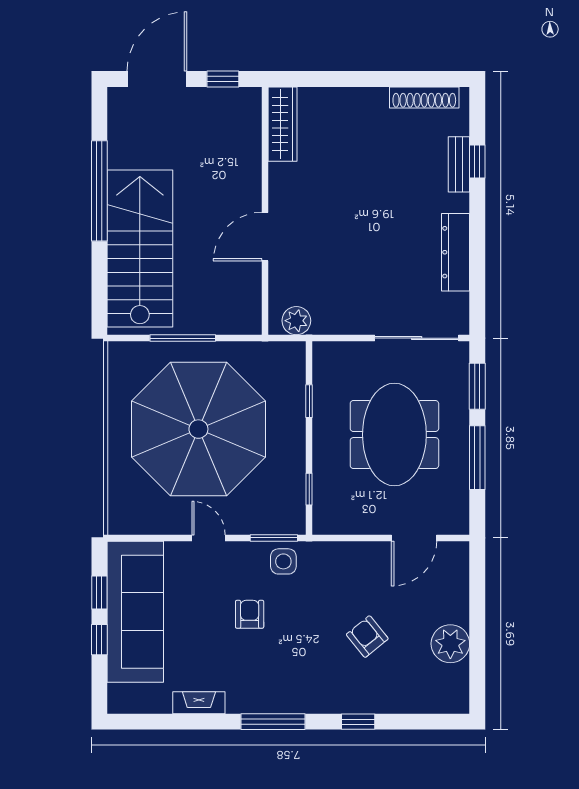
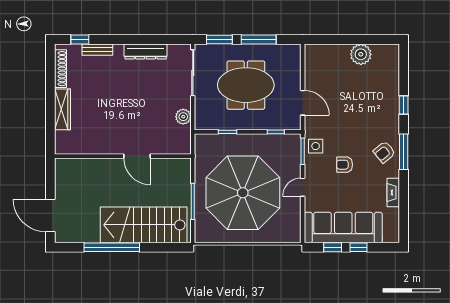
window: (223, 79) -> (50, 179), removed
wardrobe: (282, 124) -> (63, 109), moved, turned 90
window: (477, 162) -> (80, 39), moved
plant: (296, 321) -> (183, 117), moved
door: (414, 538) -> (303, 103), moved
armchair: (367, 637) -> (384, 152), moved

